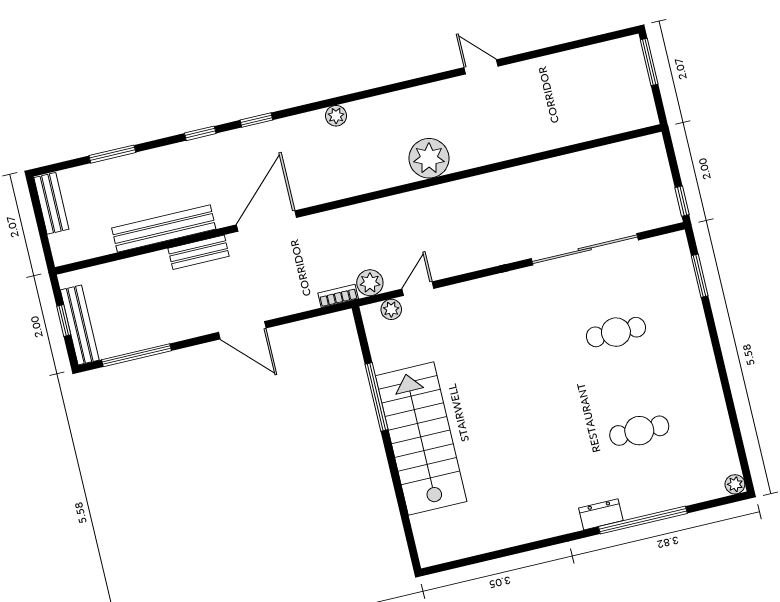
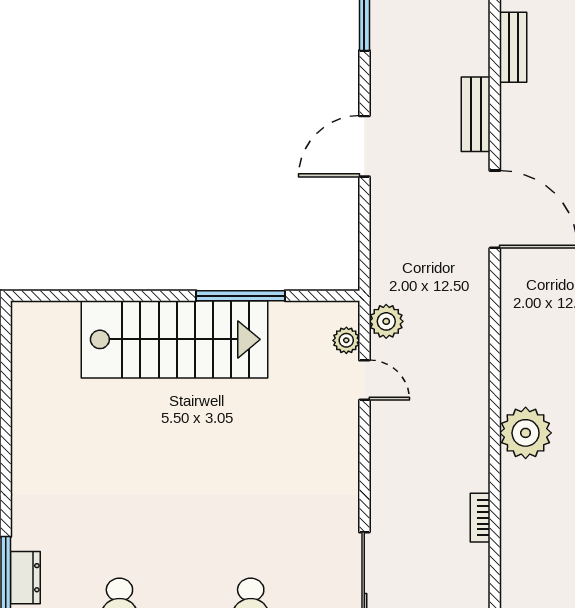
bench: (164, 229) -> (513, 47), width x0.54, depth x0.82
bookcase: (338, 296) -> (480, 518), moved, turned 180
dresser: (601, 514) -> (25, 578), moved

